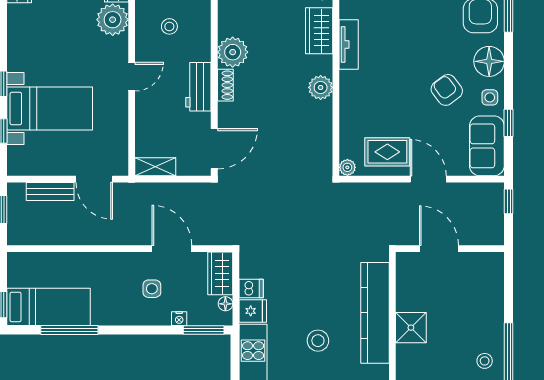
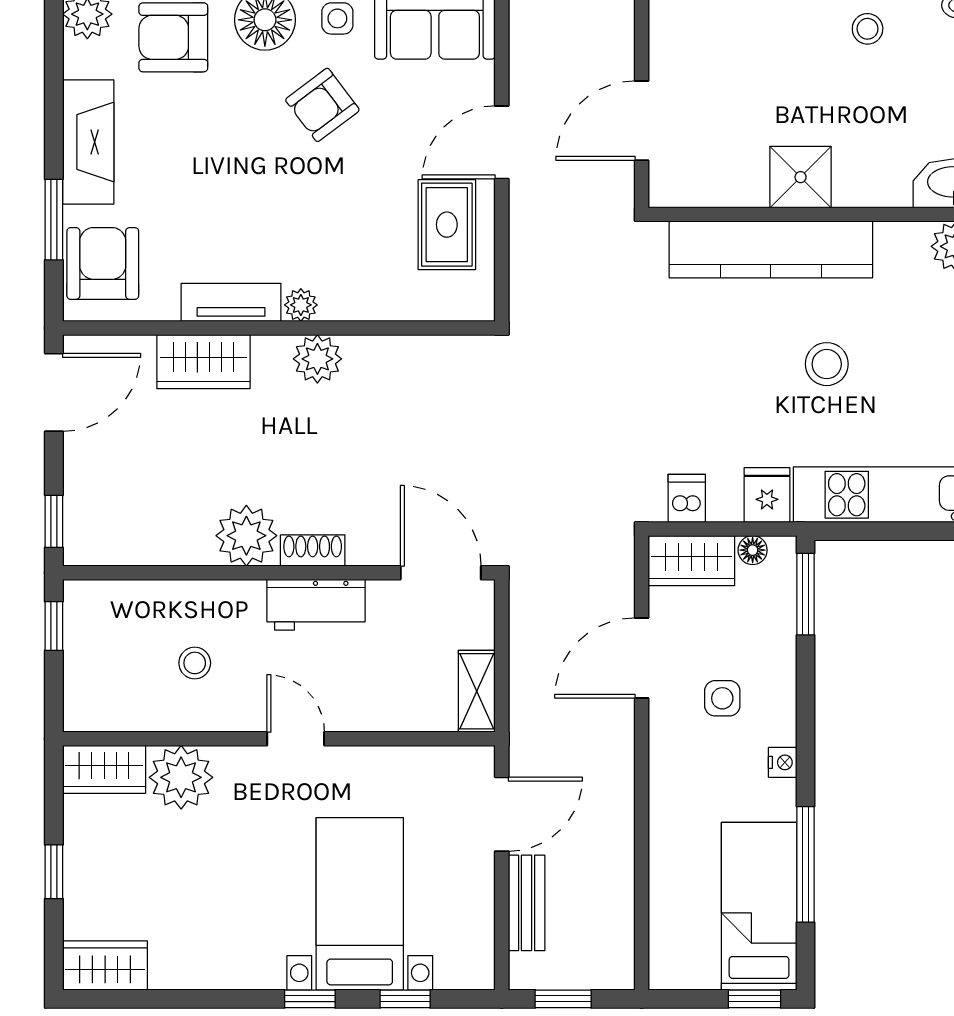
plant: (347, 167) -> (301, 305), moved
dishwasher: (251, 288) -> (687, 498), moved
nightstand: (179, 319) -> (783, 762), moved

